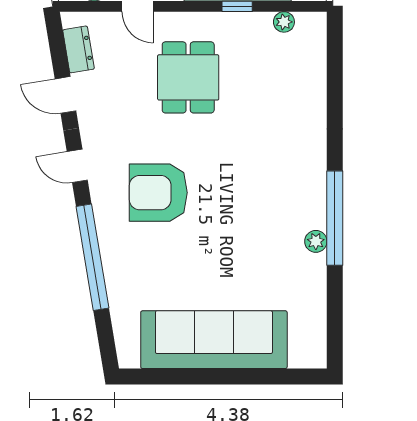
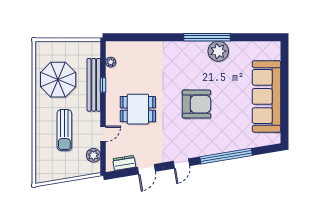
armchair: (158, 193) -> (196, 104), moved, turned -90
plant: (316, 241) -> (218, 51), width x1.87, depth x1.87

